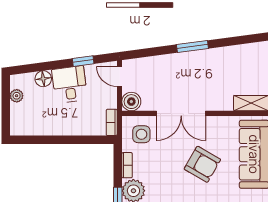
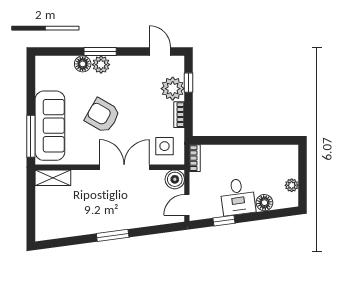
door: (119, 76) -> (187, 205), swing flipped

